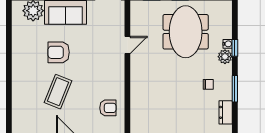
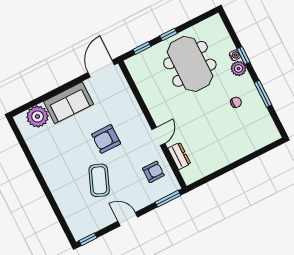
door: (127, 45) -> (158, 136), moved
armchair: (59, 52) -> (106, 139), moved
dresser: (226, 112) -> (179, 156), moved, turned 180

